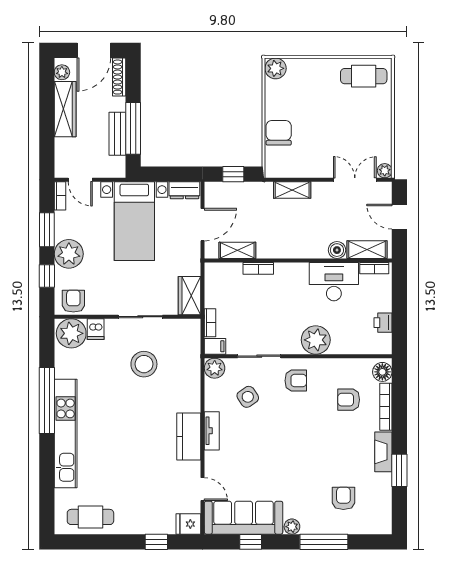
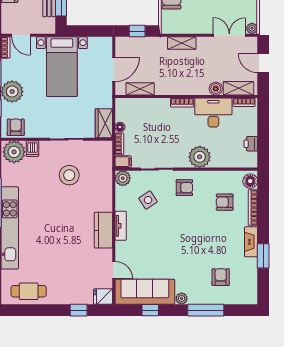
dresser: (184, 190) -> (100, 43), removed
bookcase: (258, 268) -> (182, 103), moved
floor lamp: (211, 301) -> (120, 127), added

